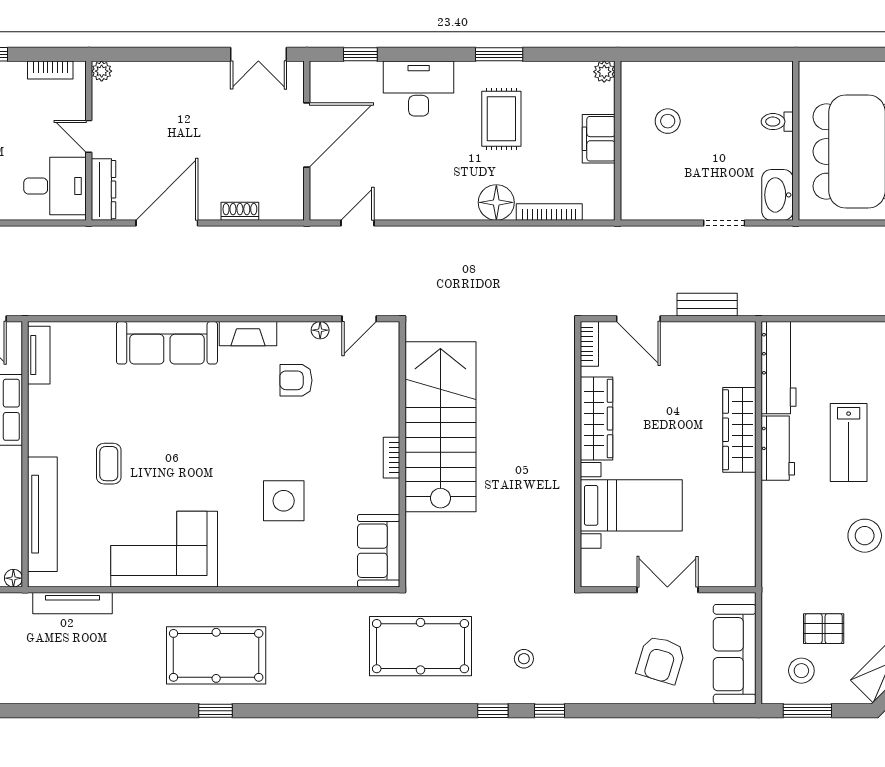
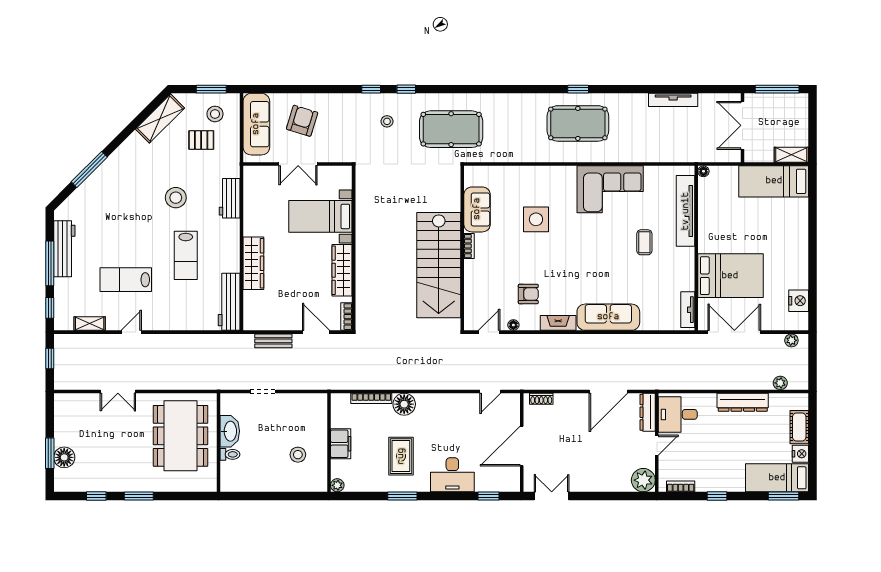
plant: (102, 71) -> (643, 480), width x1.87, depth x1.87
door: (89, 136) -> (657, 445), hinge flipped
washbasin: (777, 195) -> (230, 431), moved
shoe rack: (240, 211) -> (541, 399), moved
lab bench: (849, 443) -> (186, 255), turned 180
workbench: (778, 448) -> (230, 198), moved
sofa: (379, 551) -> (477, 209), moved
tv unit: (73, 603) -> (673, 100), moved, turned 180

